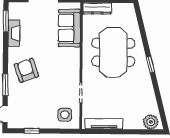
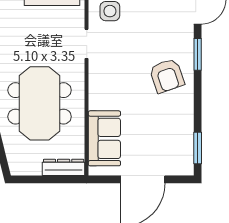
fireplace: (14, 33) -> (186, 130), removed

